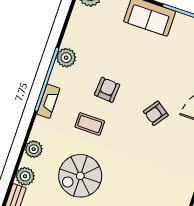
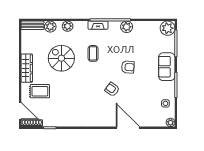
armchair: (107, 90) -> (128, 67), moved

